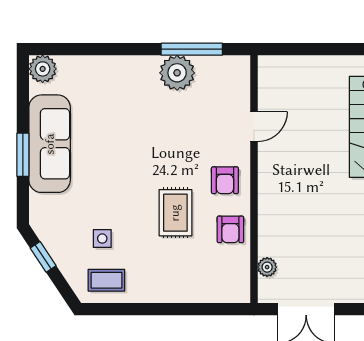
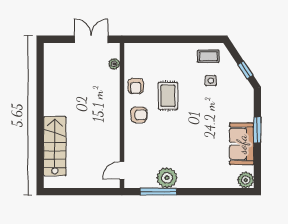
door: (254, 127) -> (122, 170), moved
sofa: (50, 144) -> (242, 144), width x0.73
armchair: (225, 180) -> (139, 115), turned 90
armchair: (230, 229) -> (136, 86), turned 180

